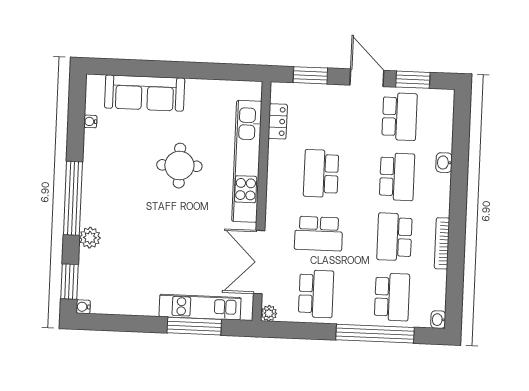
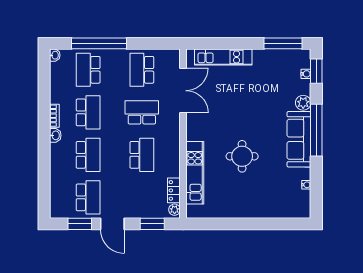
sofa: (145, 93) -> (299, 139), moved, turned -90
school desk: (400, 117) -> (88, 197), turned 180
kitchen unit: (247, 161) -> (195, 173), width x0.73
washbasin: (444, 163) -> (55, 135), moved
school desk: (397, 177) -> (88, 155), turned 180
bookcase: (442, 243) -> (54, 116), width x0.64
water cooler: (83, 307) -> (306, 74), moved
plant: (269, 313) -> (175, 210), moved
window: (194, 326) -> (283, 43), moved

